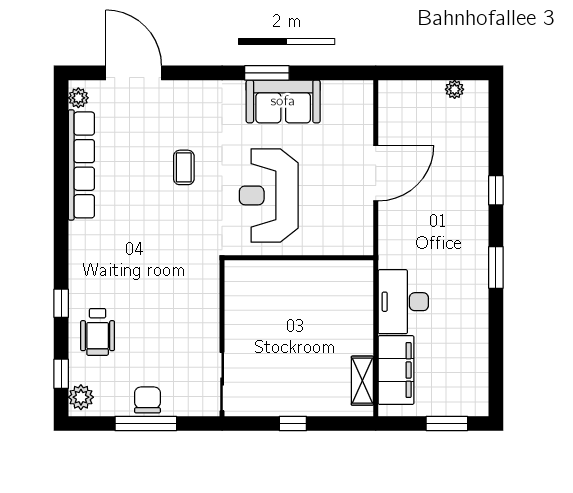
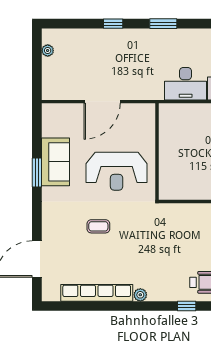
plant: (78, 98) -> (140, 295), moved
door: (376, 173) -> (102, 102), swing flipped

